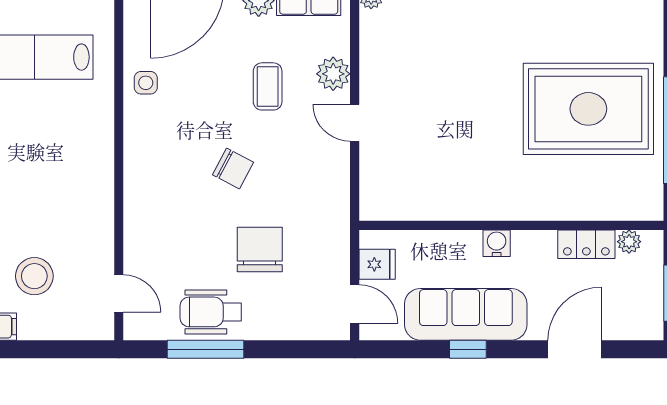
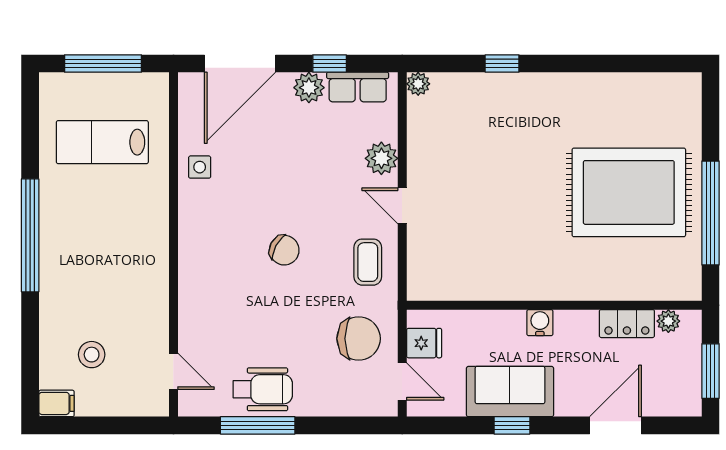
coffee table: (268, 86) -> (368, 262), moved
chair: (260, 250) -> (359, 339), moved, turned 90
stool: (34, 276) -> (92, 355), width x0.73, depth x0.73
wheelchair: (211, 312) -> (263, 389), turned 180
sofa: (466, 314) -> (510, 392), width x0.73

